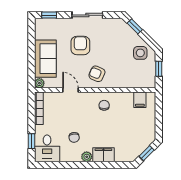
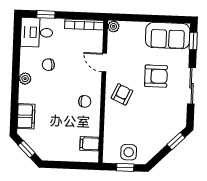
side table: (140, 53) -> (129, 152), moved
sofa: (45, 59) -> (168, 36), moved
door: (70, 90) -> (104, 62), swing flipped
filing cabinet: (103, 155) -> (26, 116), moved

